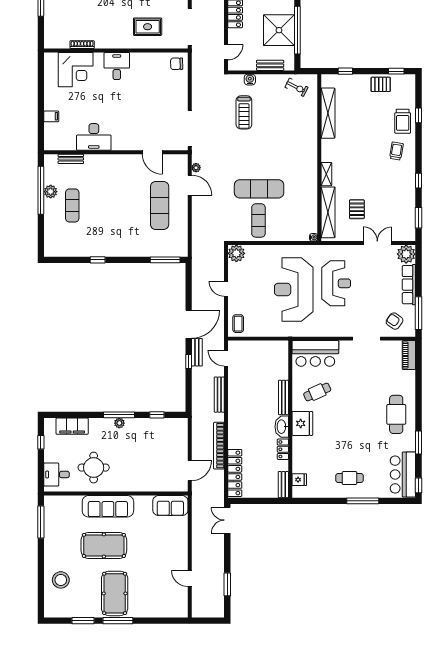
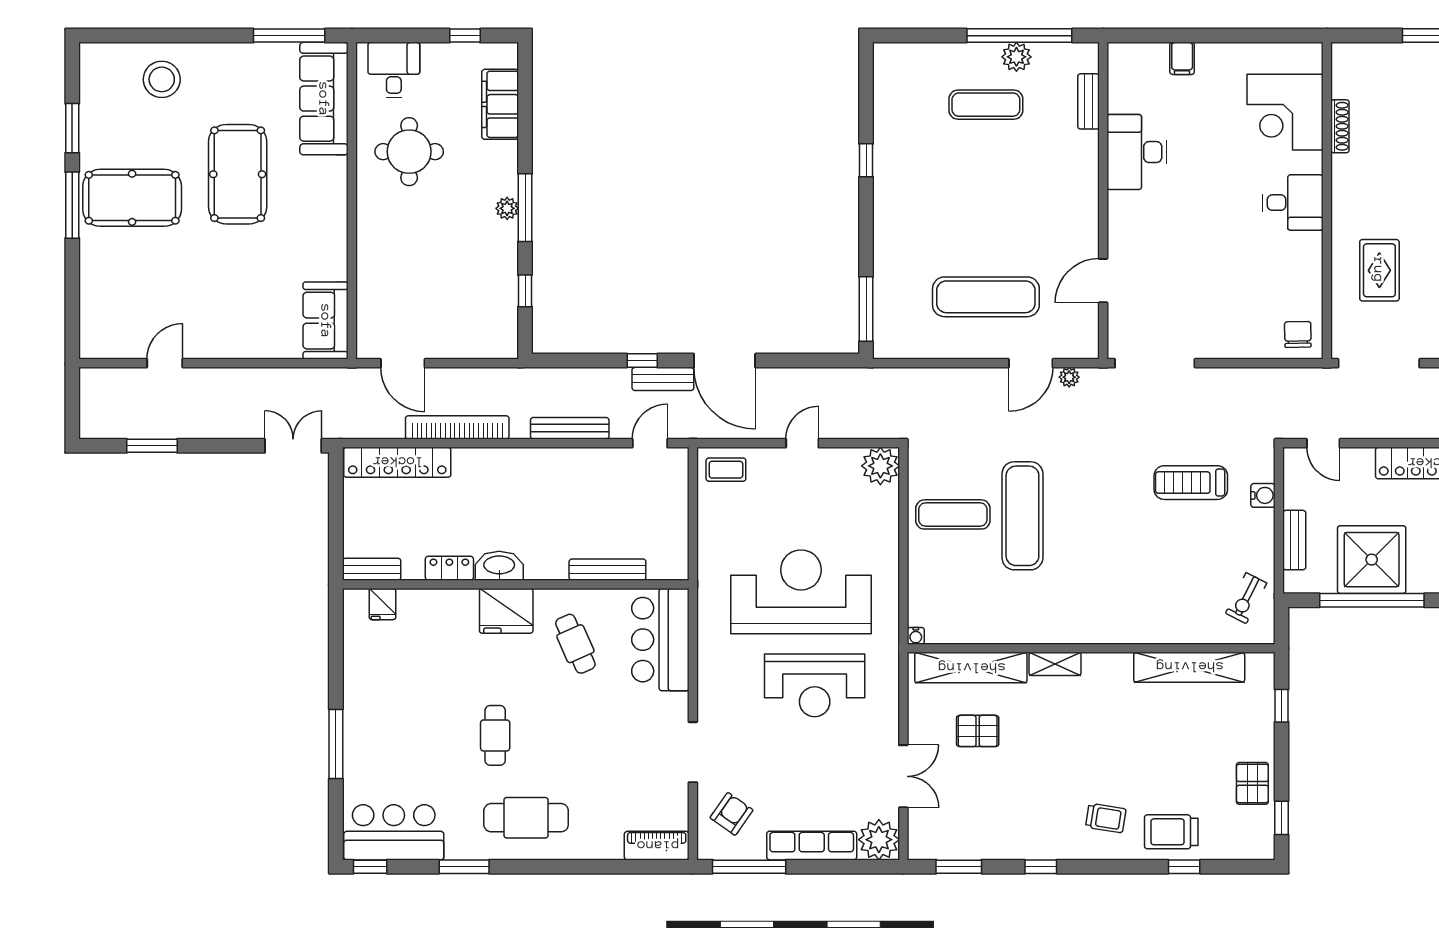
bench: (284, 397) -> (607, 570), moved
cafe table: (349, 478) -> (495, 735), moved
sofa: (108, 506) -> (324, 99), moved

